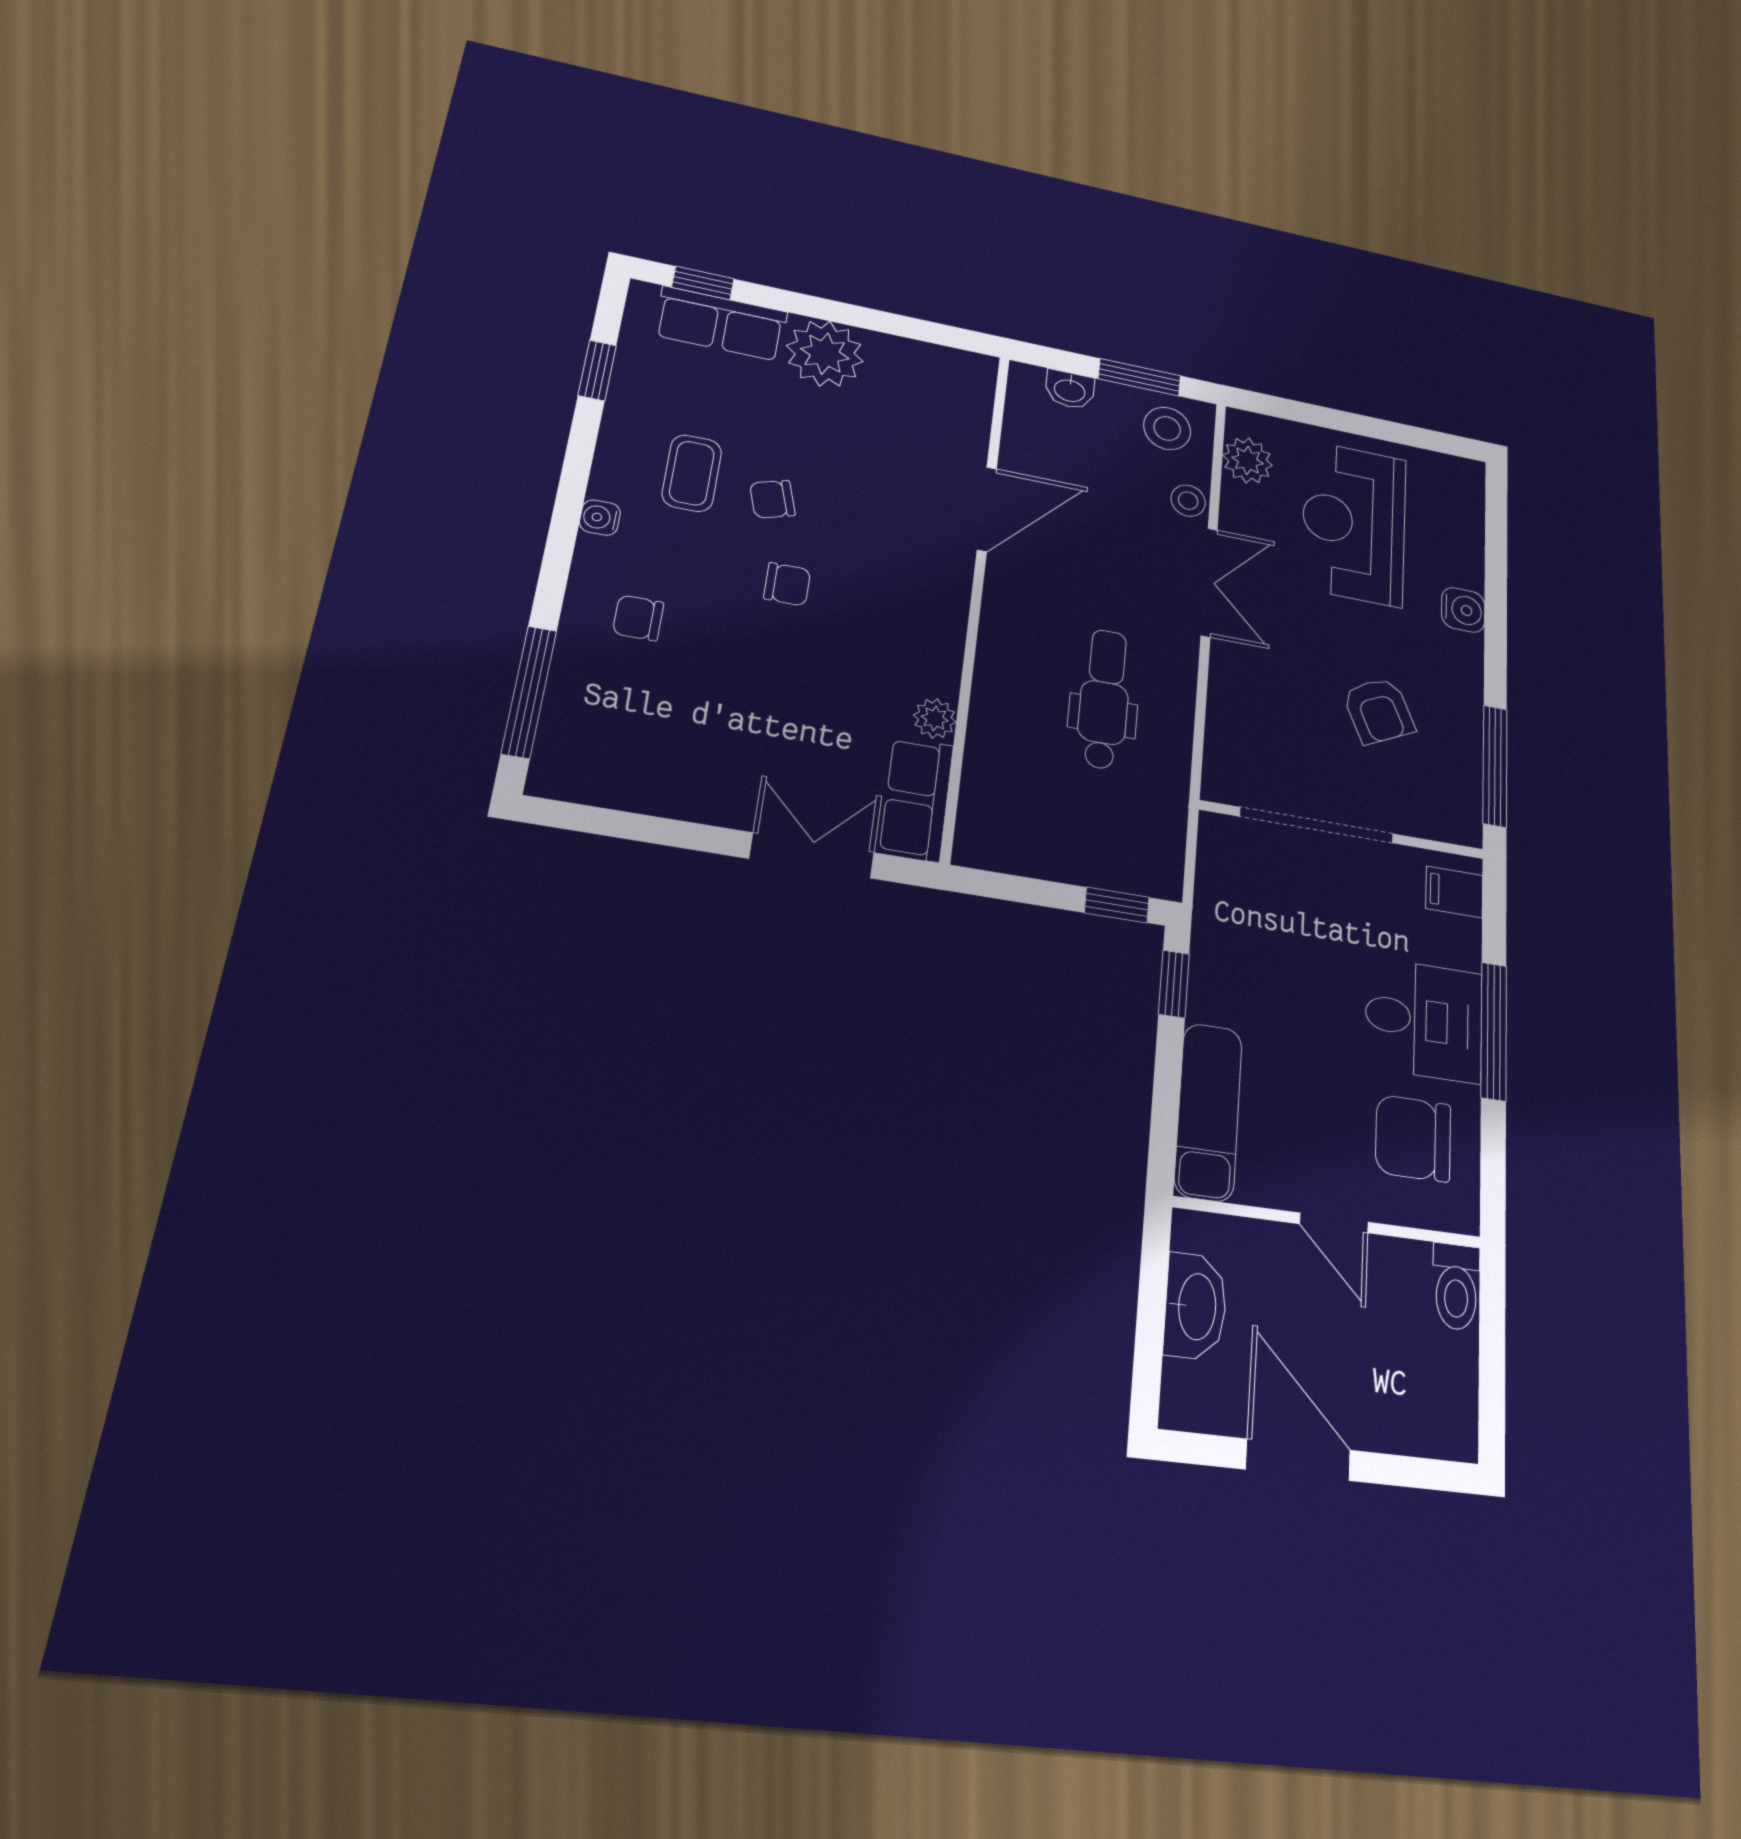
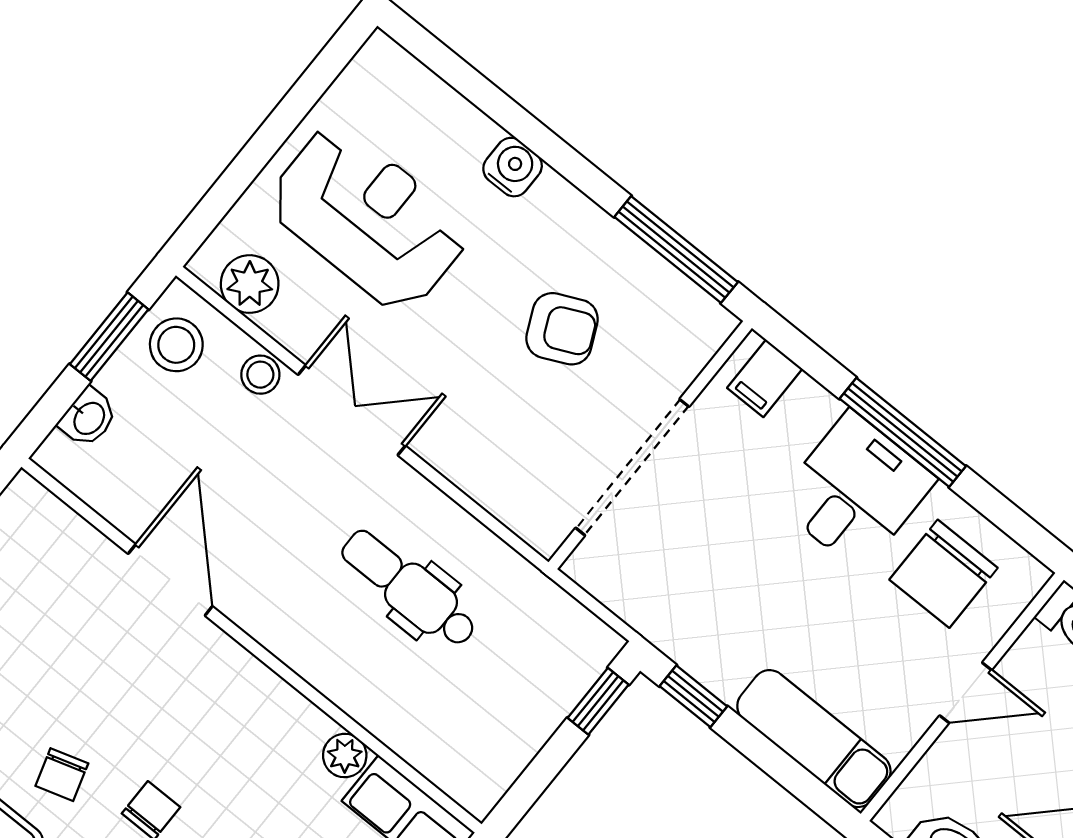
reception desk: (1354, 523) -> (368, 218), turned 180

